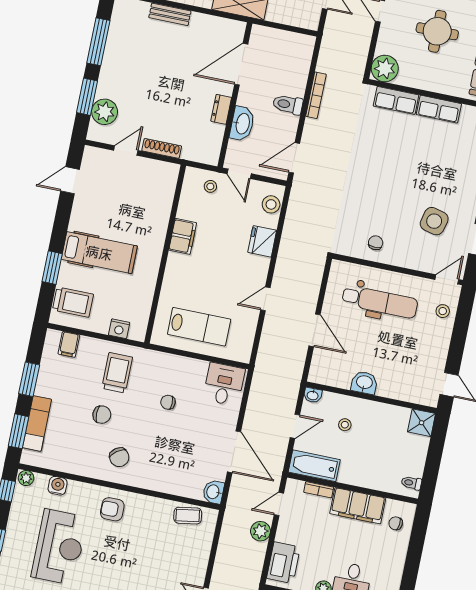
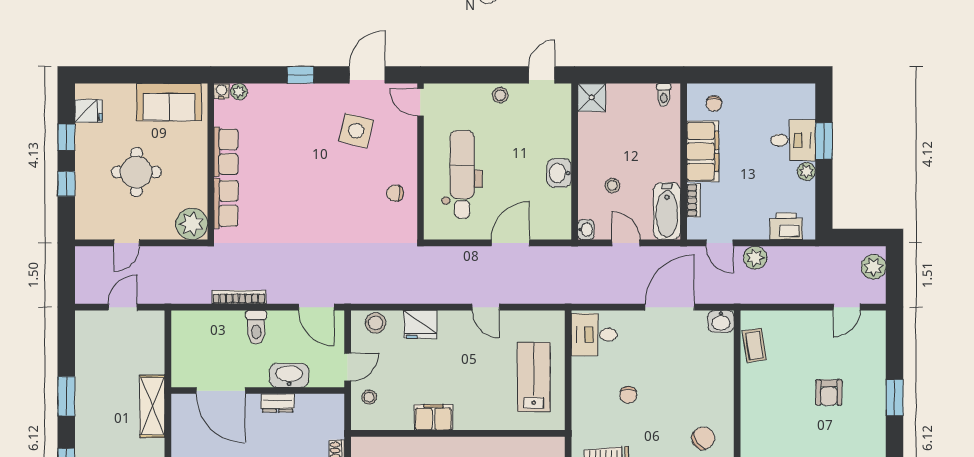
stool: (443, 311) -> (500, 95), moved
armchair: (112, 509) -> (829, 392), moved
printer: (283, 563) -> (786, 226), width x0.73, depth x0.84

